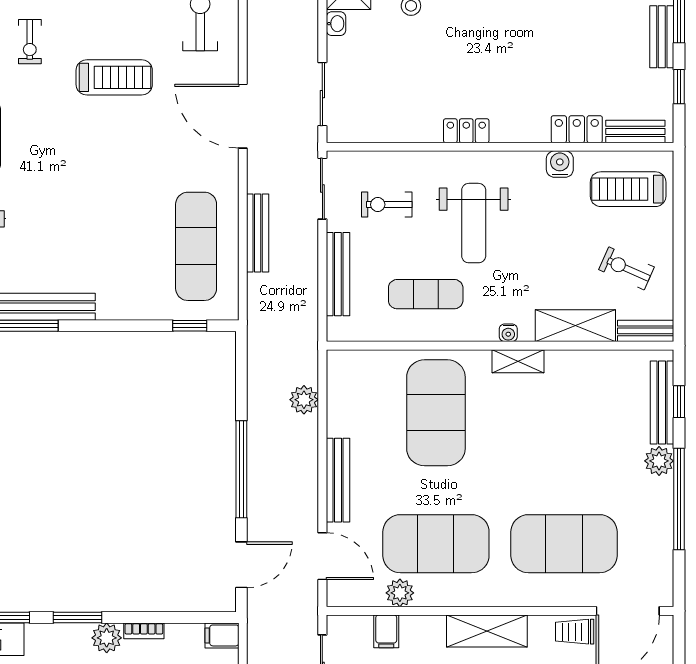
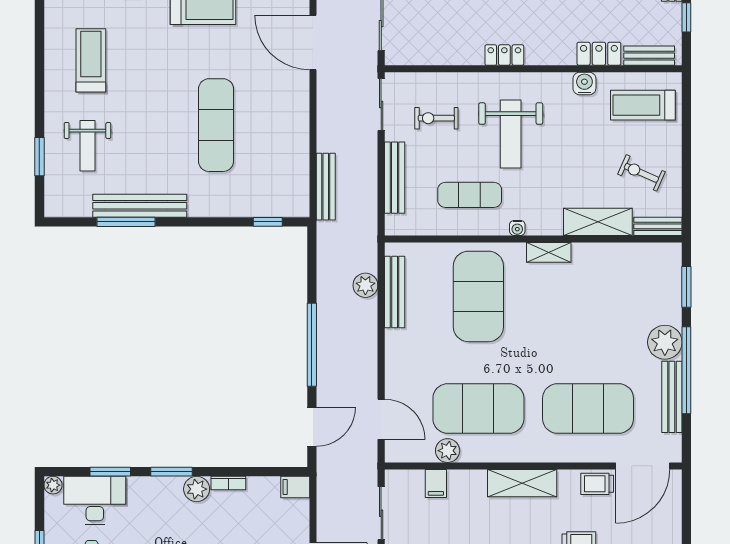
bench: (258, 233) -> (326, 187), moved
exercise mat: (196, 246) -> (216, 125), moved
water cooler: (508, 333) -> (517, 228), moved
window: (679, 402) -> (686, 287), width x1.50
bench: (662, 403) -> (672, 397), moved
plant: (659, 461) -> (665, 342), width x1.36, depth x1.36
bench: (338, 480) -> (395, 292), moved

